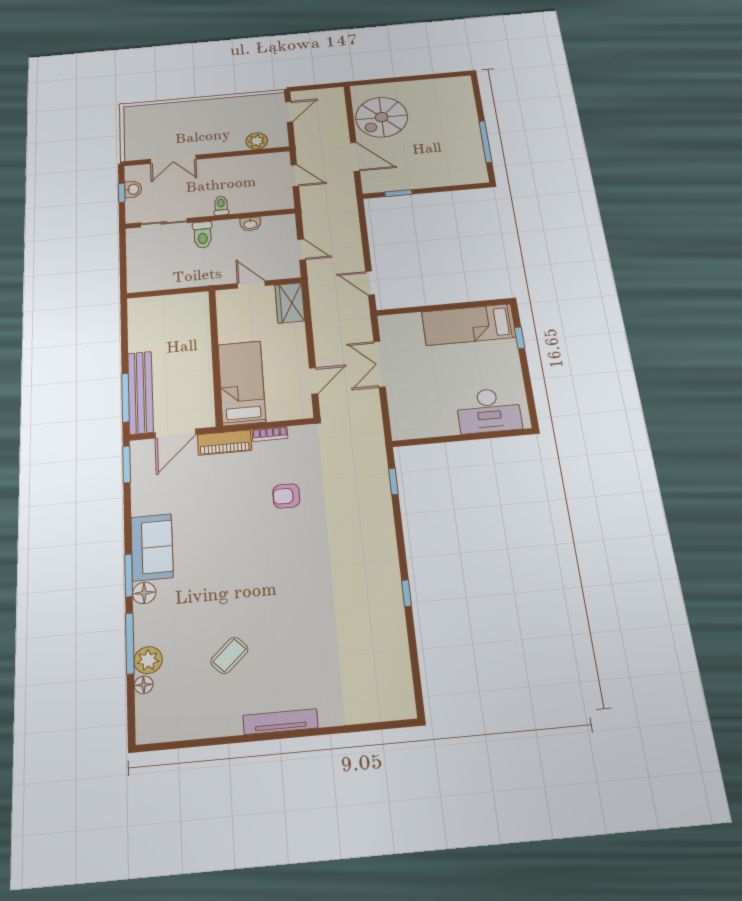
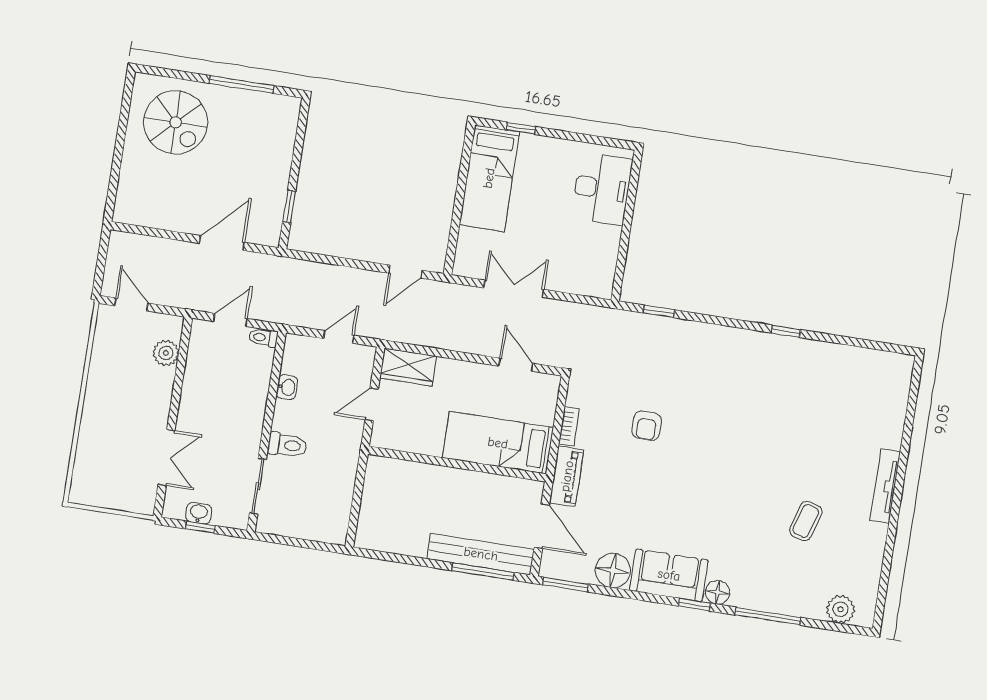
spiral stairs: (382, 117) -> (176, 122), moved
toilet: (221, 206) -> (263, 338), moved
double door: (380, 364) -> (514, 289), swing flipped
window: (129, 576) -> (694, 605), width x0.67
coffee table: (229, 655) -> (806, 521), turned 61
plant: (148, 660) -> (840, 609), moved
floor lamp: (144, 685) -> (613, 570), moved, width x1.89, depth x1.89

